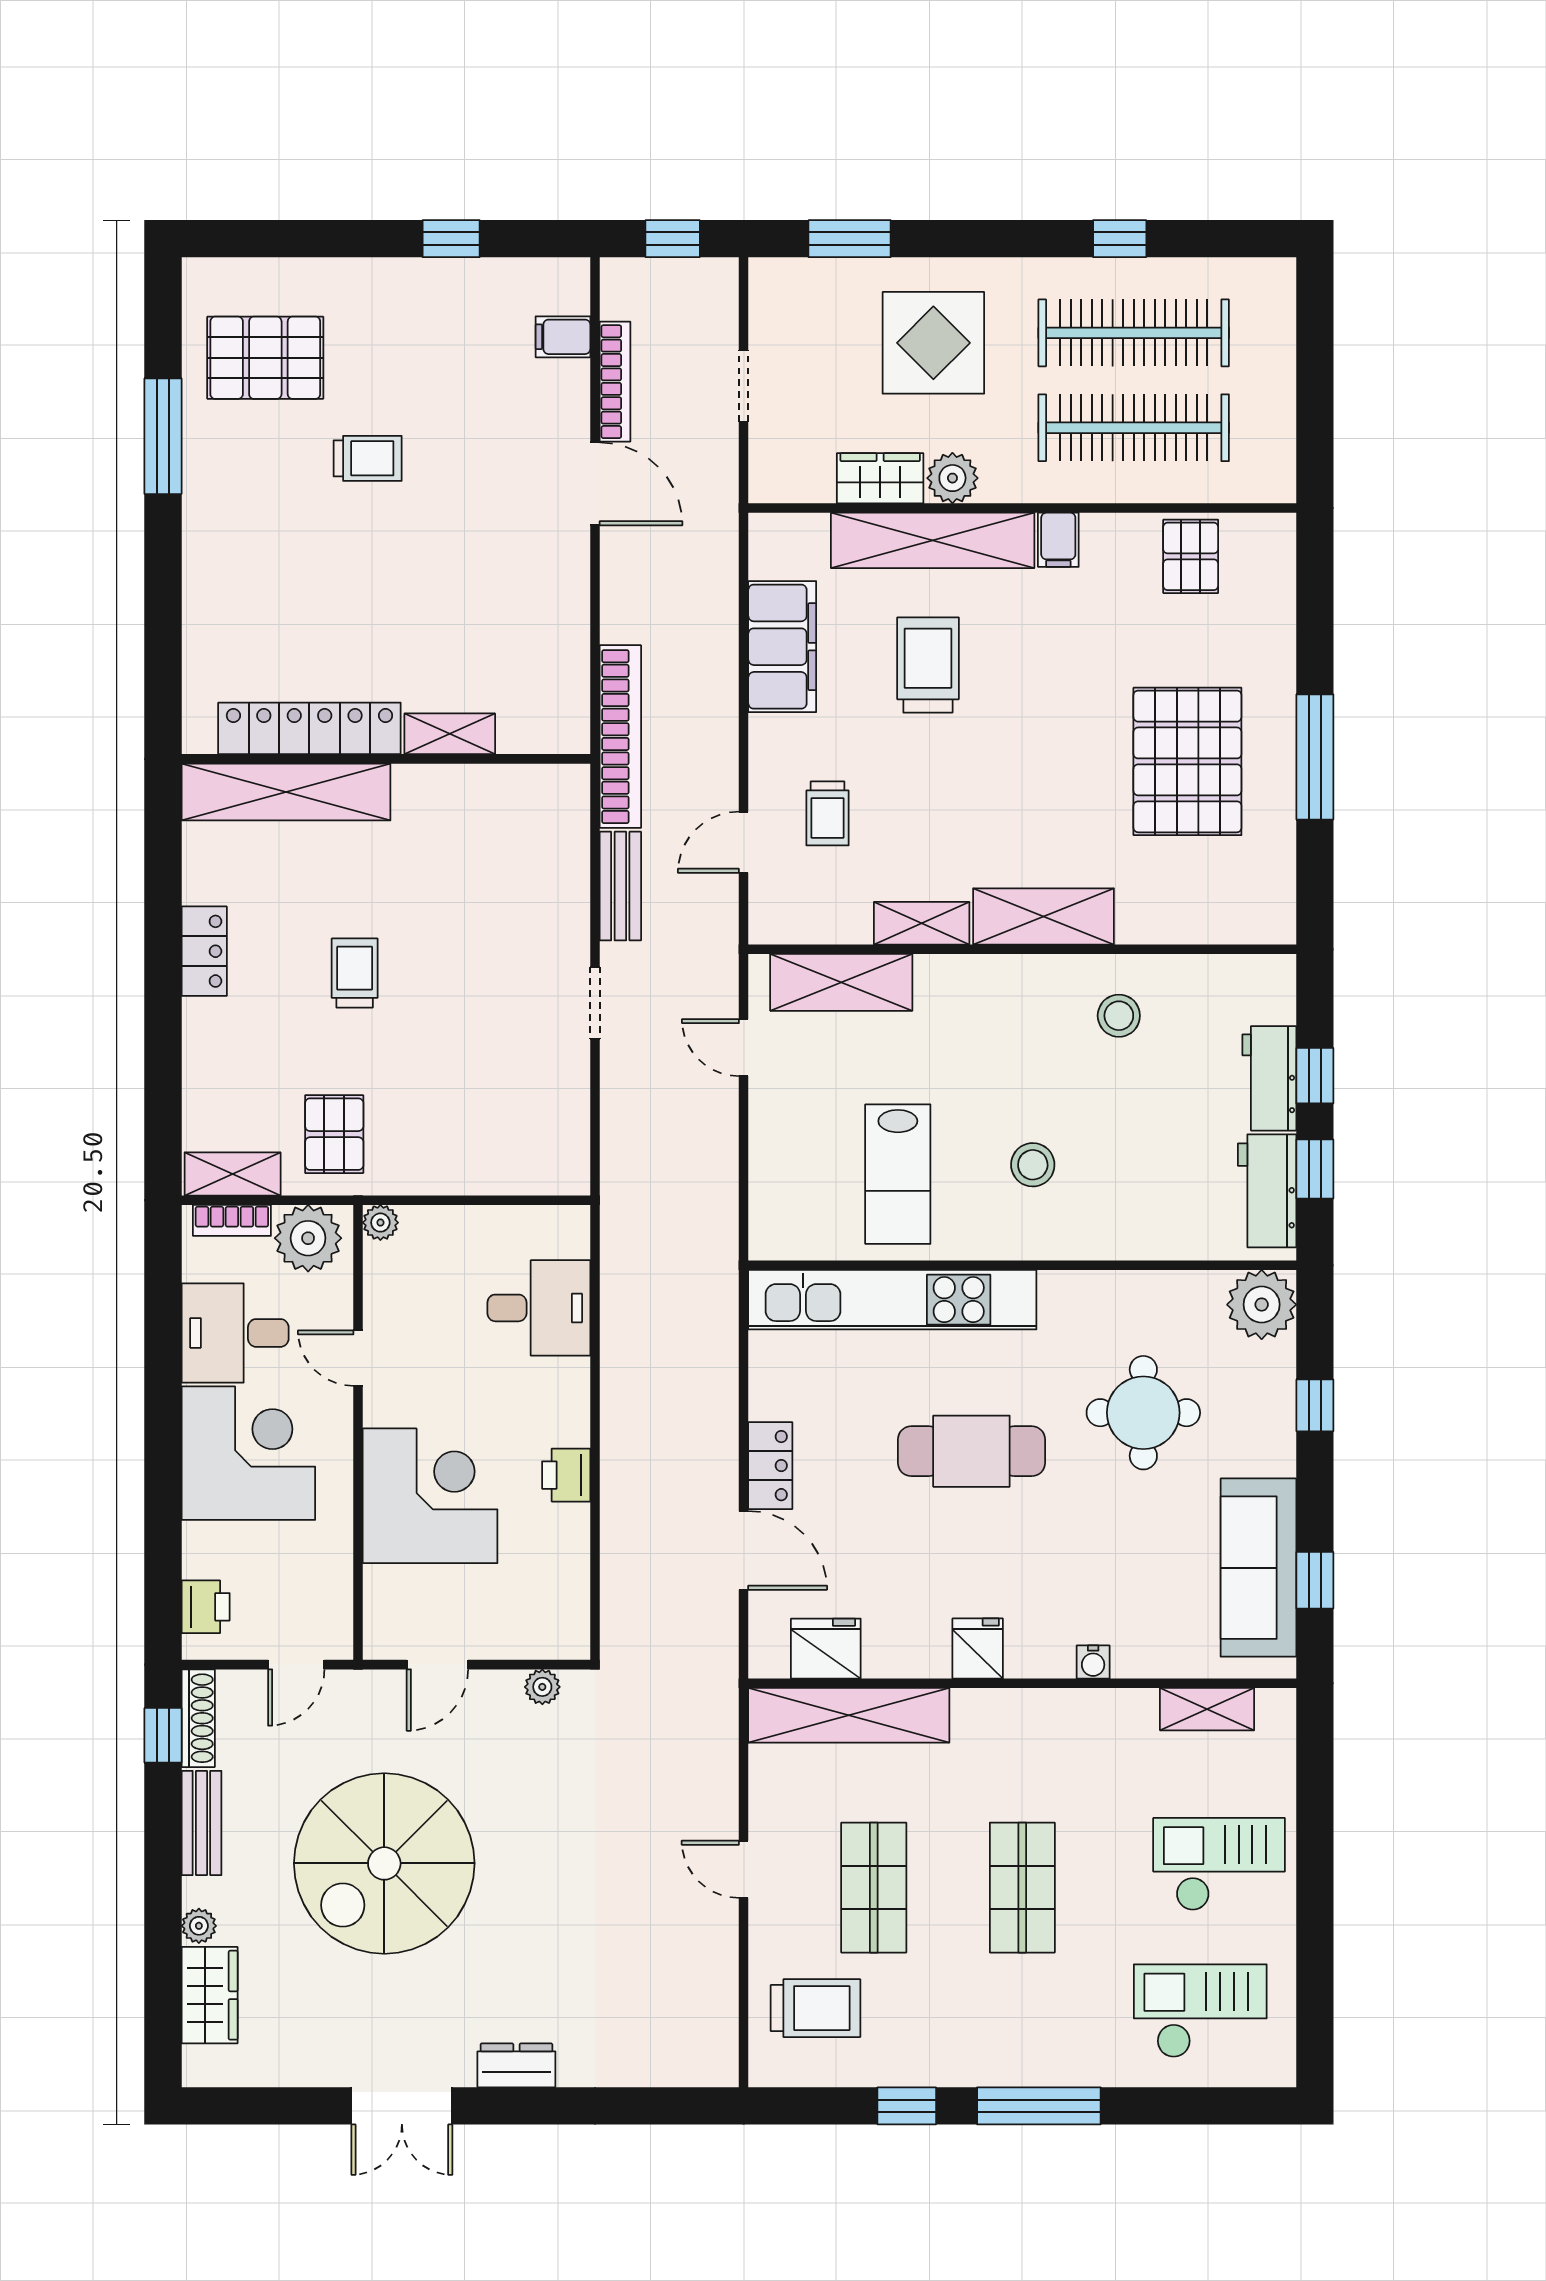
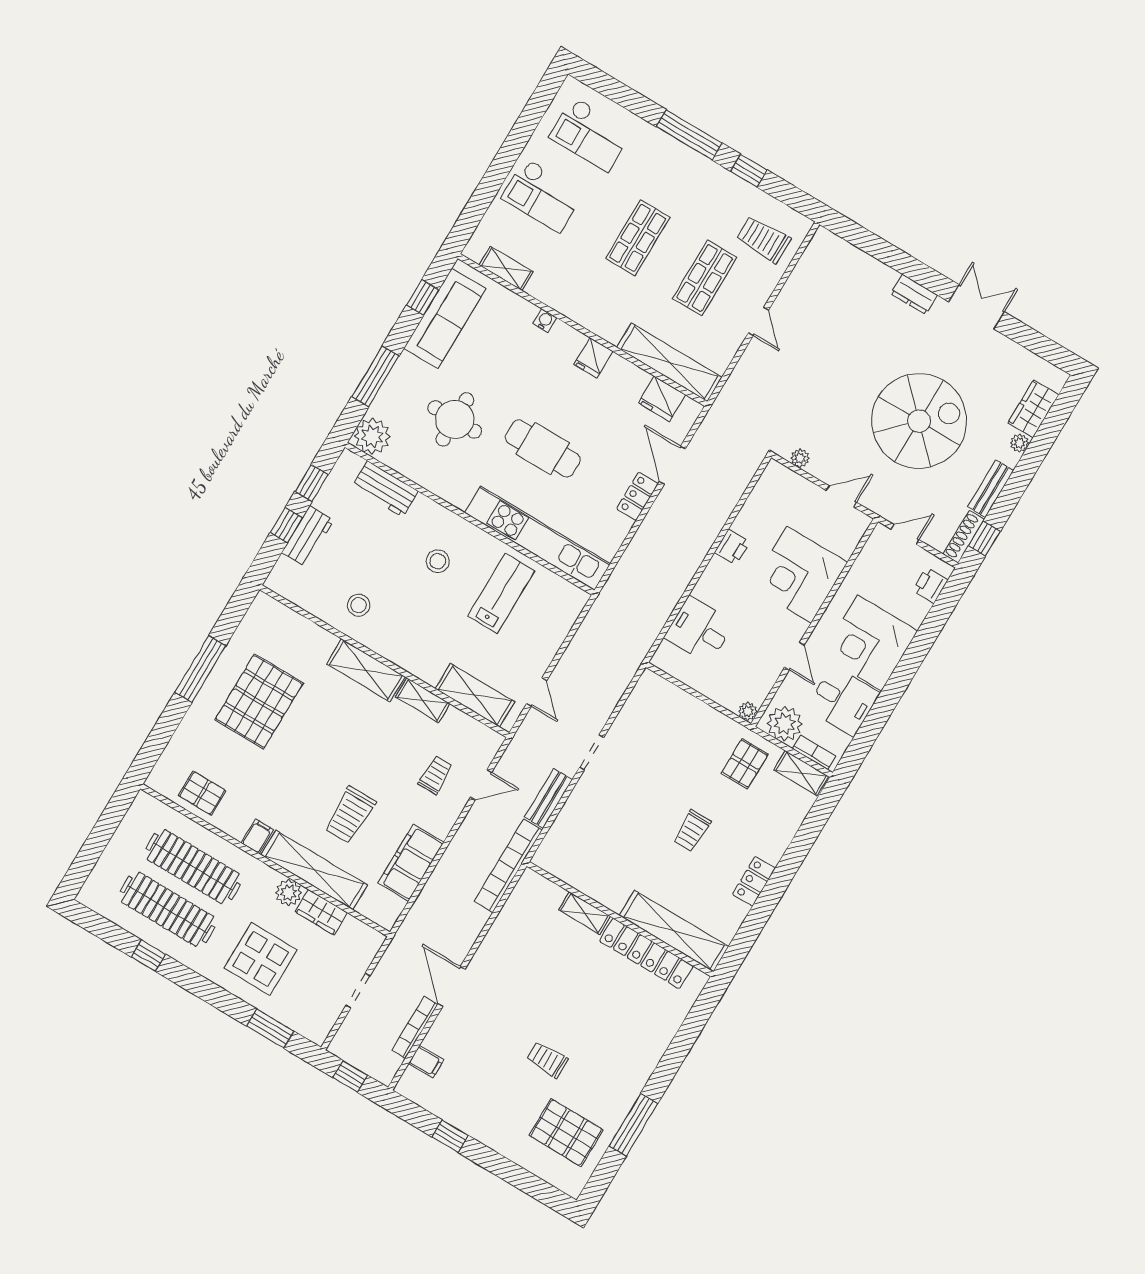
pallet: (1191, 556) -> (202, 793), turned 90
workbench: (1267, 1191) -> (385, 489), moved, turned 90
window: (1315, 1405) -> (375, 376), width x2.17

